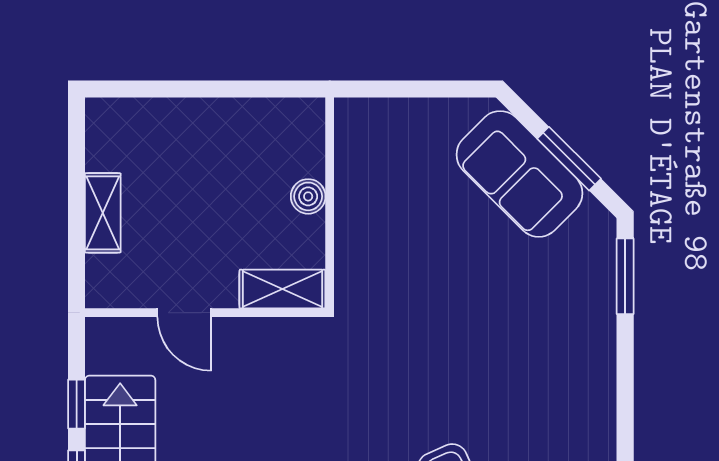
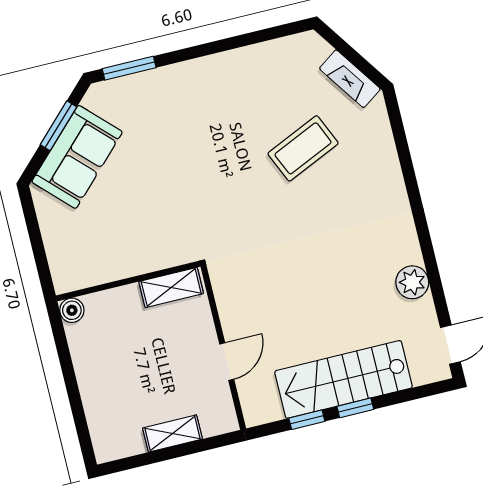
boiler: (308, 196) -> (72, 310), moved
shelving: (282, 289) -> (171, 288), moved, turned 90

